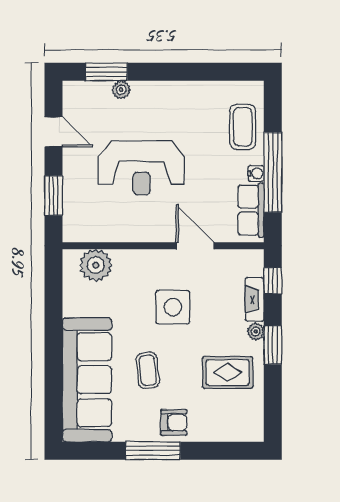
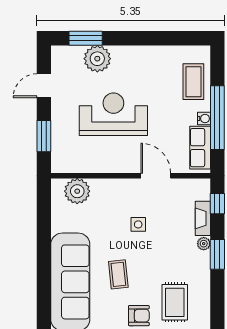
plant: (121, 90) -> (97, 59), width x1.88, depth x1.88
door: (54, 132) -> (44, 86), swing flipped
reception desk: (142, 168) -> (113, 114), turned 180
side table: (173, 307) -> (138, 224), width x0.54, depth x0.54
rug: (228, 372) -> (175, 302), moved, turned 90

